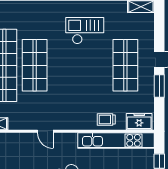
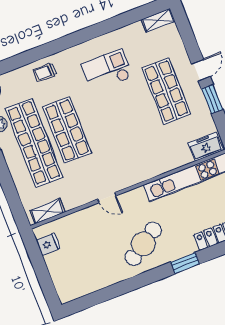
trolley: (106, 119) -> (45, 72), moved

